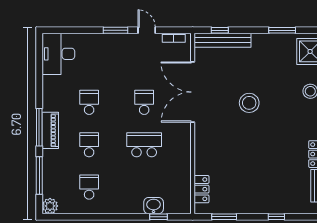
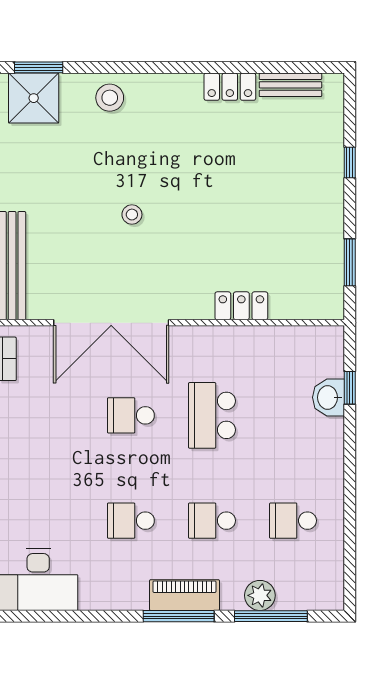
stool: (249, 103) -> (132, 215), width x0.53, depth x0.53
locker: (201, 189) -> (241, 306), moved
plant: (50, 206) -> (260, 595), moved

